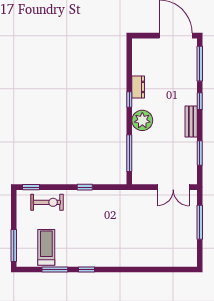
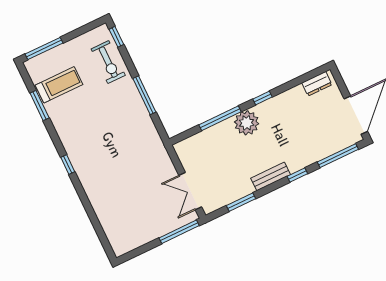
dresser: (138, 87) -> (317, 84), moved
window: (129, 153) -> (220, 118), moved
window: (85, 187) -> (144, 95), width x2.17
window: (200, 222) -> (179, 232), moved
window: (87, 269) -> (68, 165), moved

